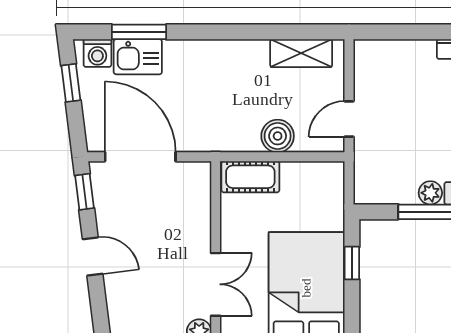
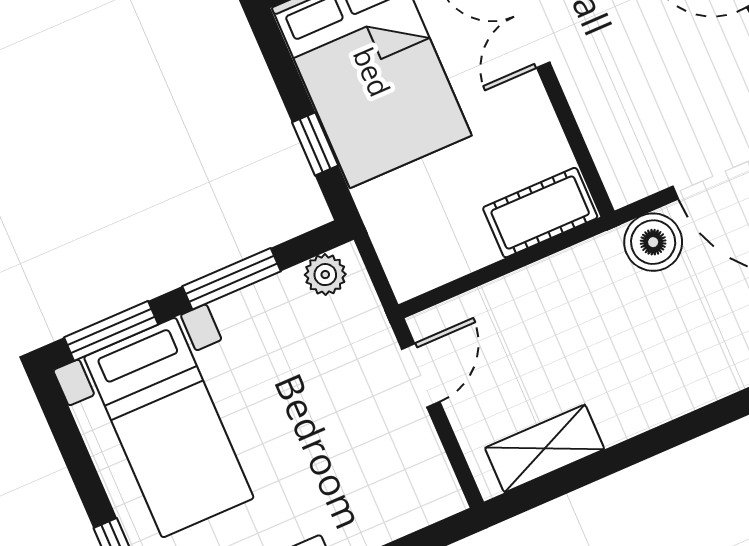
boiler: (278, 136) -> (653, 242), moved
plant: (430, 193) -> (325, 275), moved

